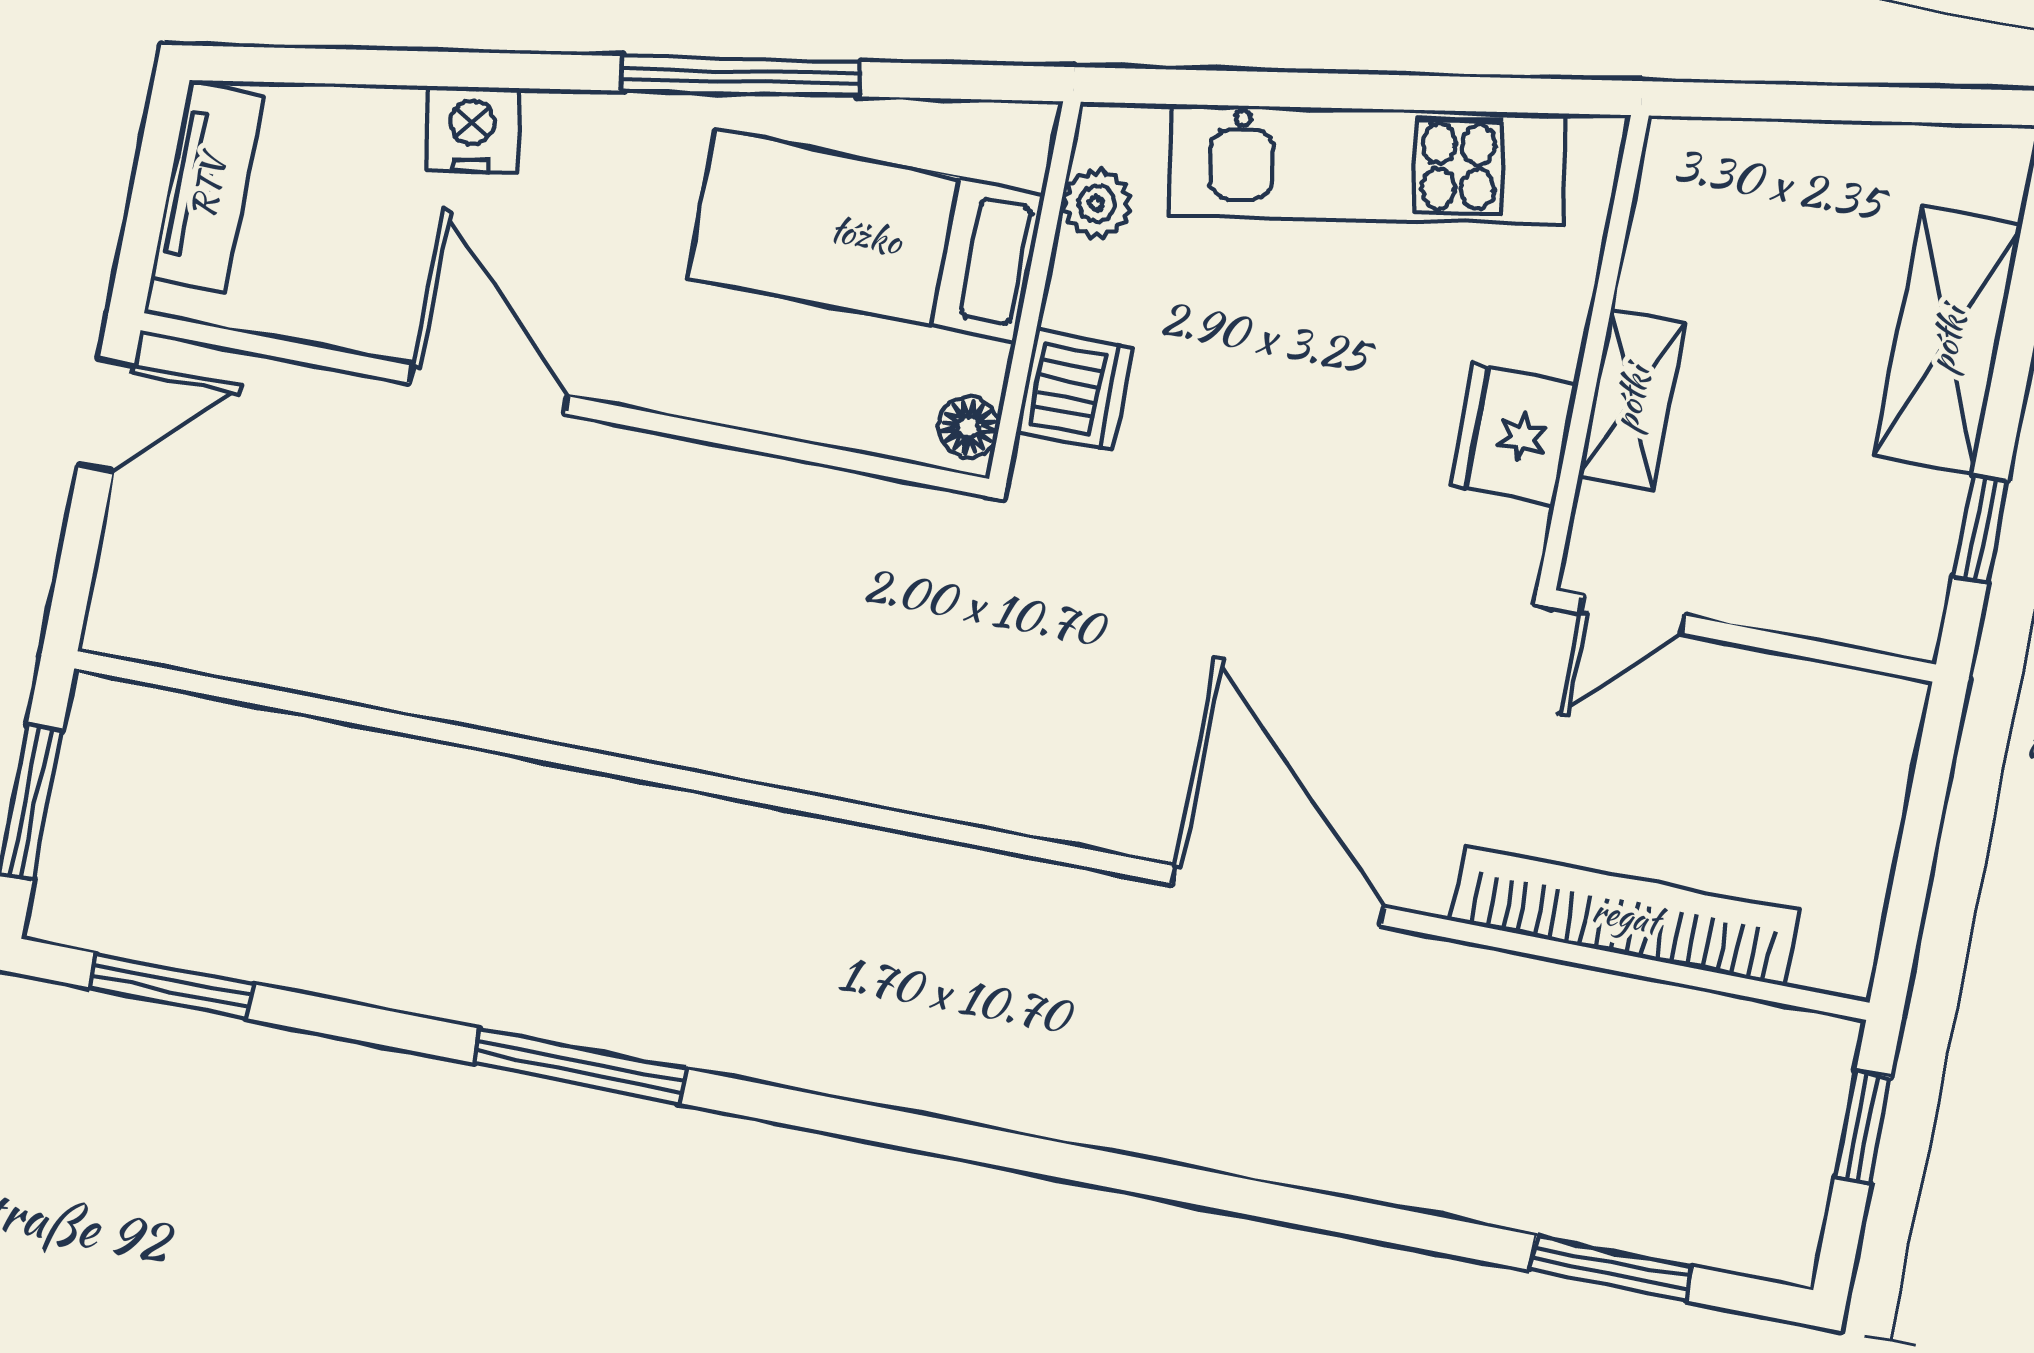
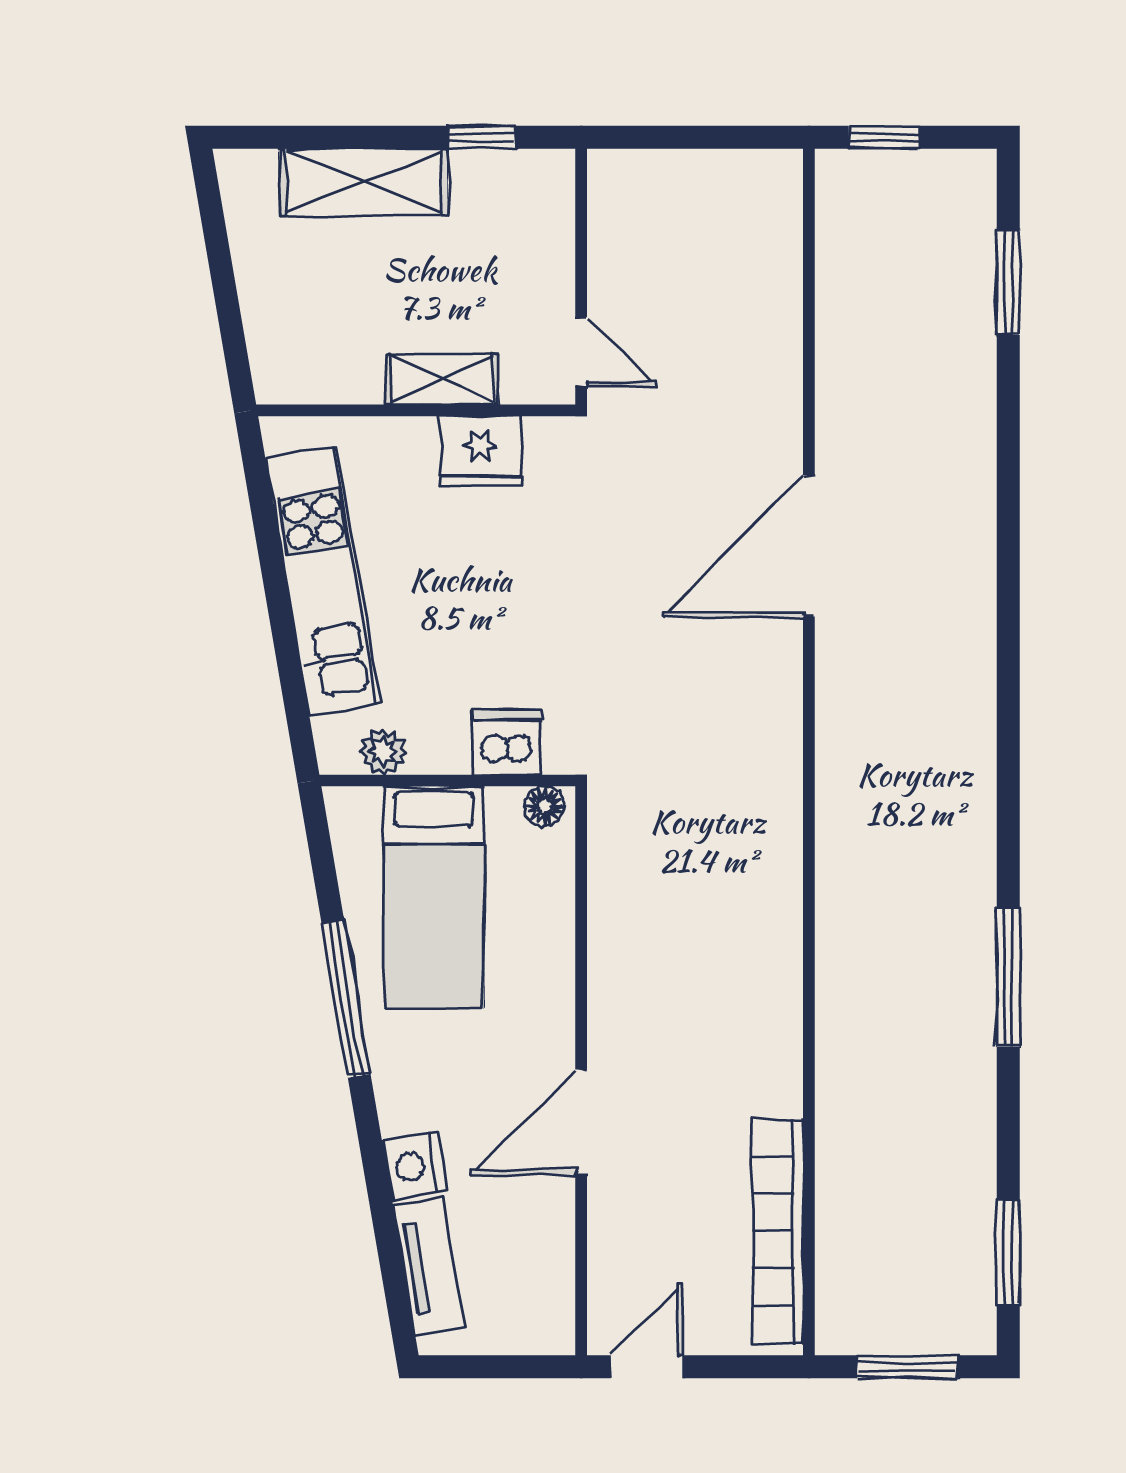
tv unit: (208, 187) -> (429, 1266), moved, turned 80
door: (106, 415) -> (647, 1367), hinge flipped
bookcase: (1625, 916) -> (778, 1231), moved

